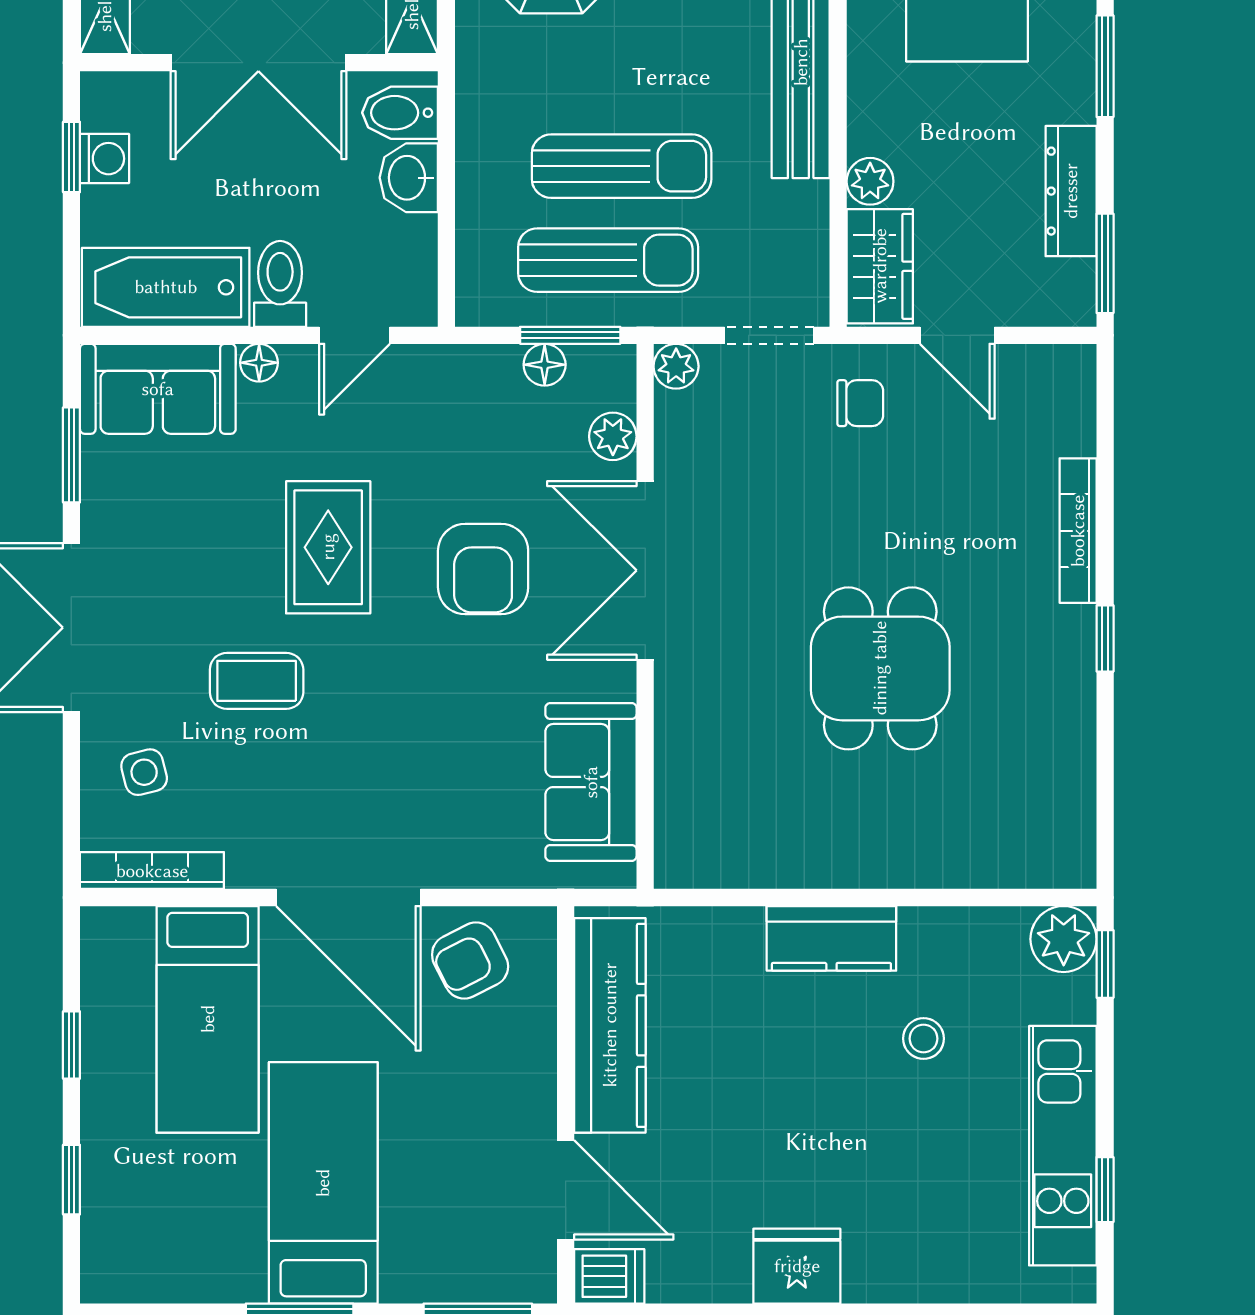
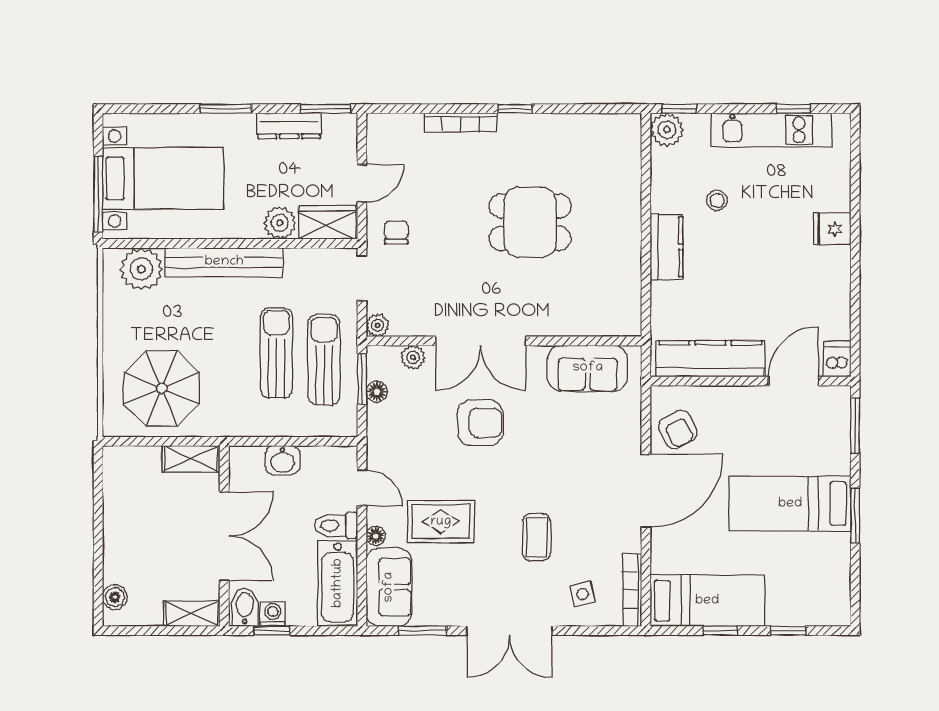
bidet: (400, 113) -> (245, 607), moved, turned 180
plant: (870, 181) -> (280, 223), width x1.38, depth x1.38
rug: (328, 547) -> (441, 522), moved
bed: (208, 1019) -> (707, 601), moved
fridge: (797, 1266) -> (832, 229), moved, width x0.72

